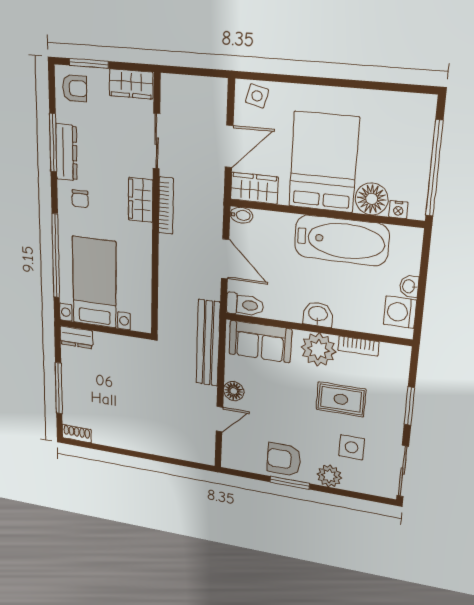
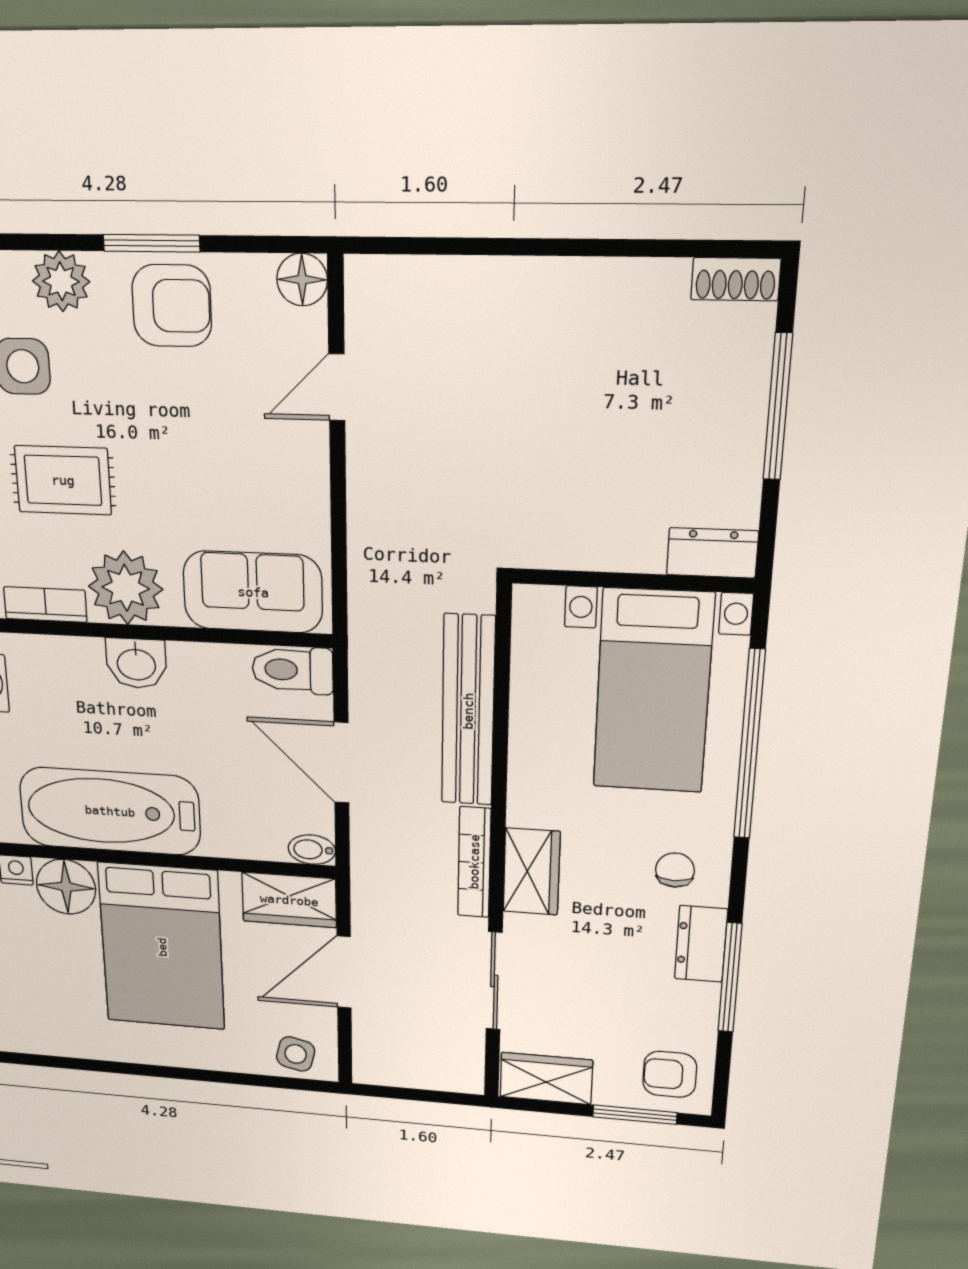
dresser: (66, 152) -> (701, 944), width x0.70
bench: (208, 343) -> (468, 711), moved
floor lamp: (234, 391) -> (302, 280), moved

